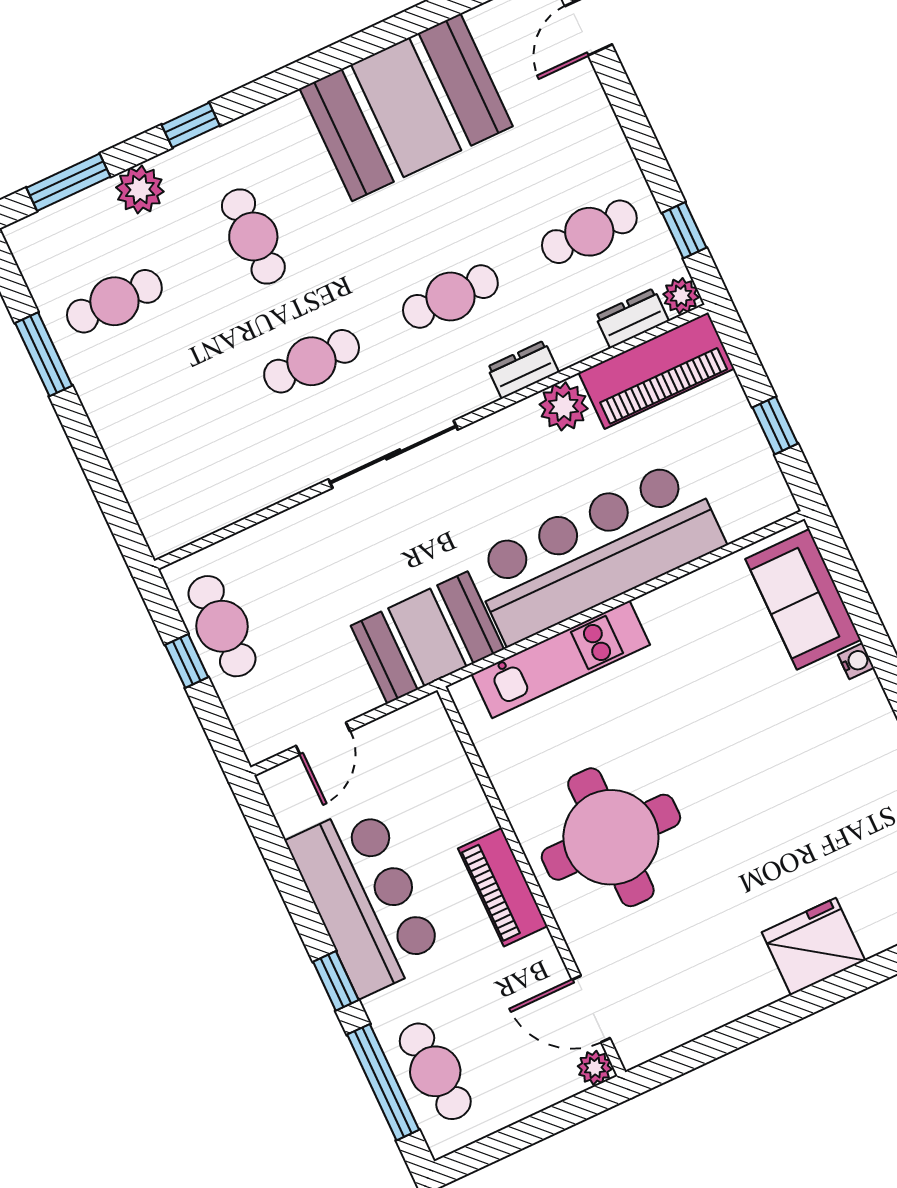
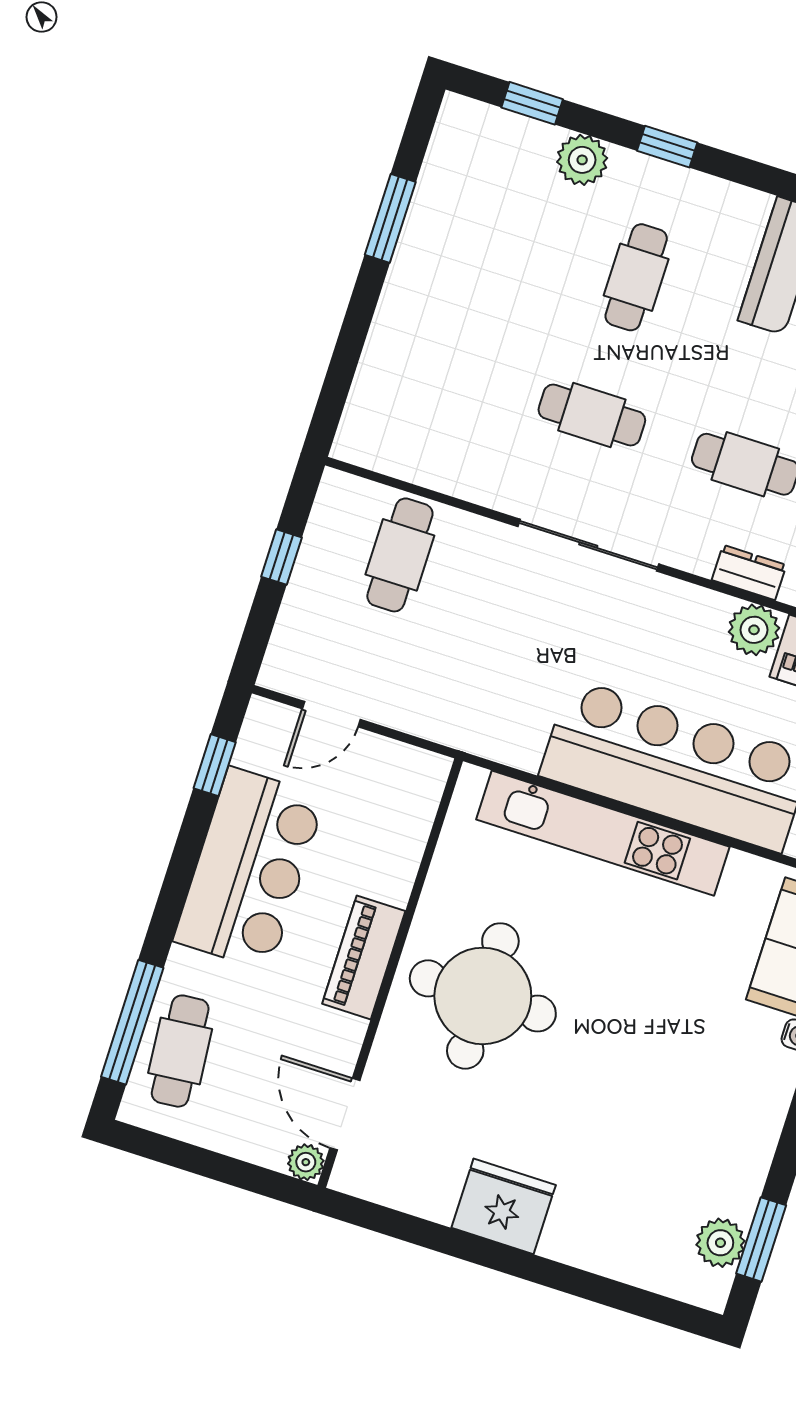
window: (68, 182) -> (532, 103), width x0.67
cafe table: (114, 301) -> (483, 228), removed
cafe table: (222, 626) -> (400, 555), moved
booth: (427, 637) -> (484, 711), removed
kitchen unit: (561, 659) -> (603, 833), width x1.36
fridge: (813, 946) -> (504, 1206), moved
window: (336, 981) -> (215, 765), moved

